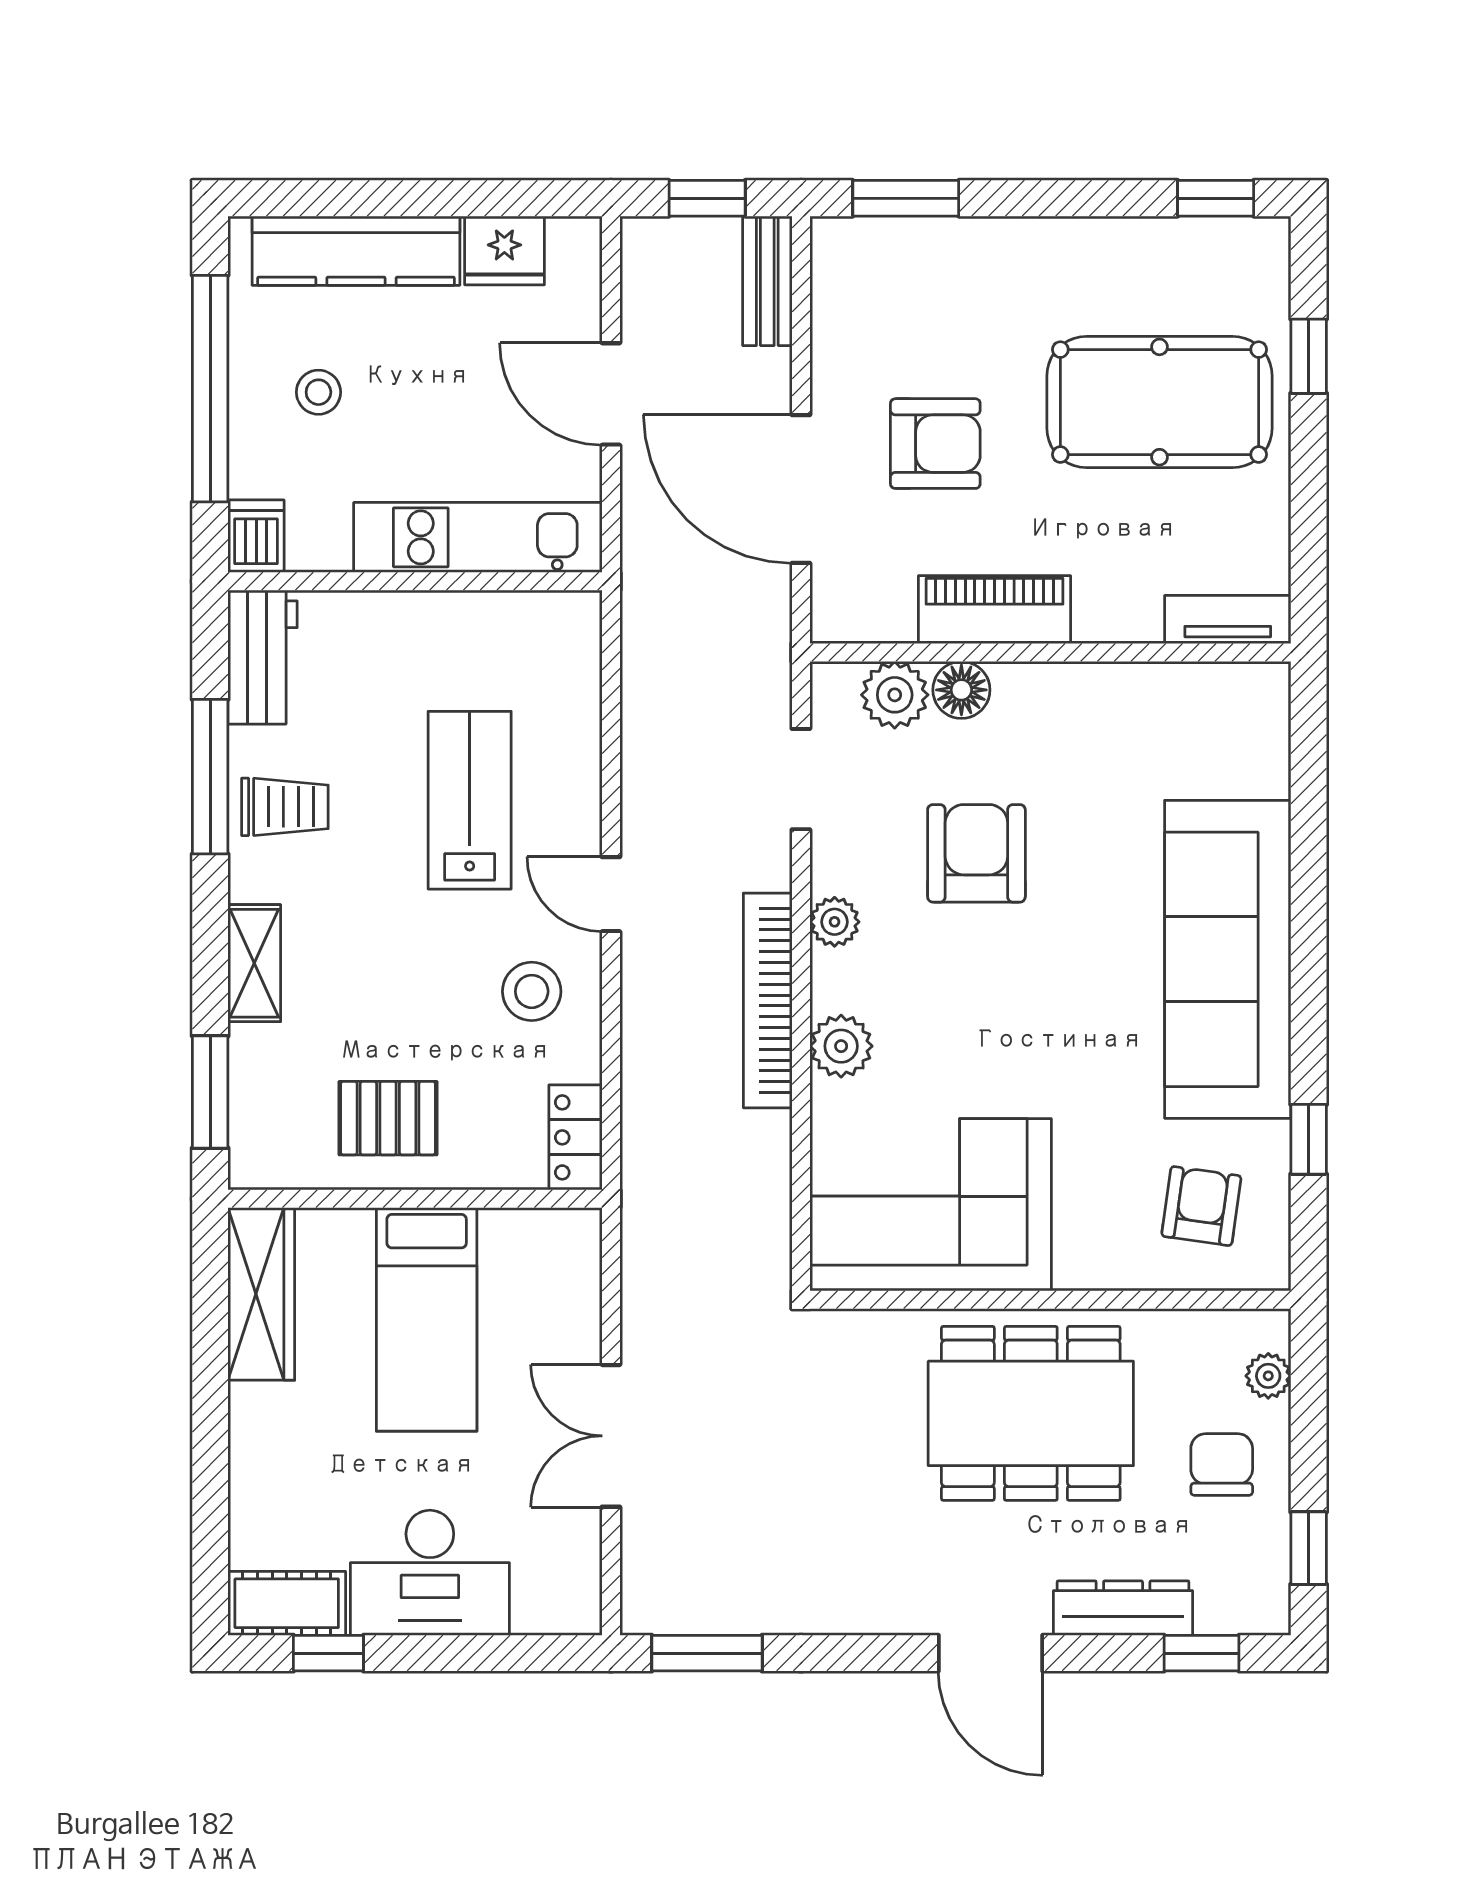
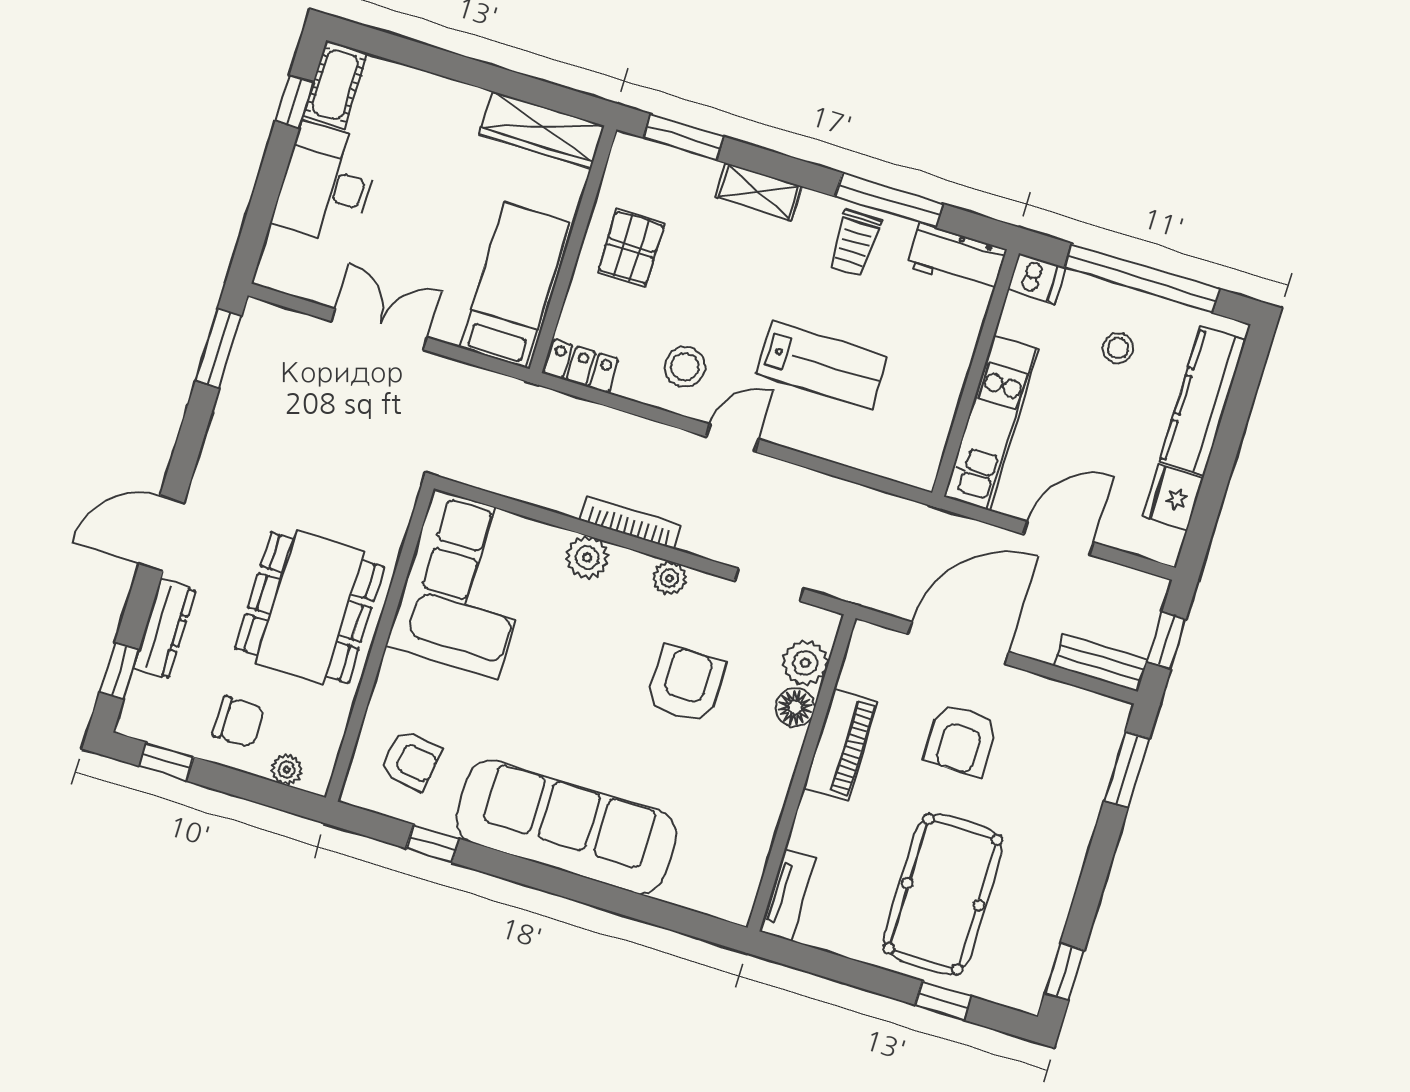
armchair: (976, 853) -> (686, 684), turned -90
bookcase: (768, 1000) -> (630, 523), width x0.68, depth x0.76
bed: (427, 1319) -> (515, 285), moved, turned 90

